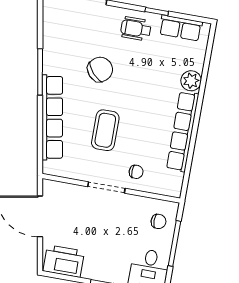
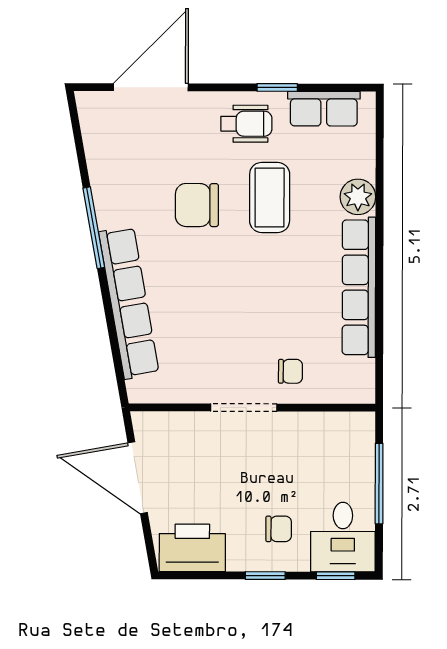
wheelchair: (136, 29) -> (246, 124), turned 180
chair: (100, 69) -> (197, 205), turned -138
coffee table: (105, 130) -> (270, 197), moved
chair: (159, 221) -> (279, 529), moved

